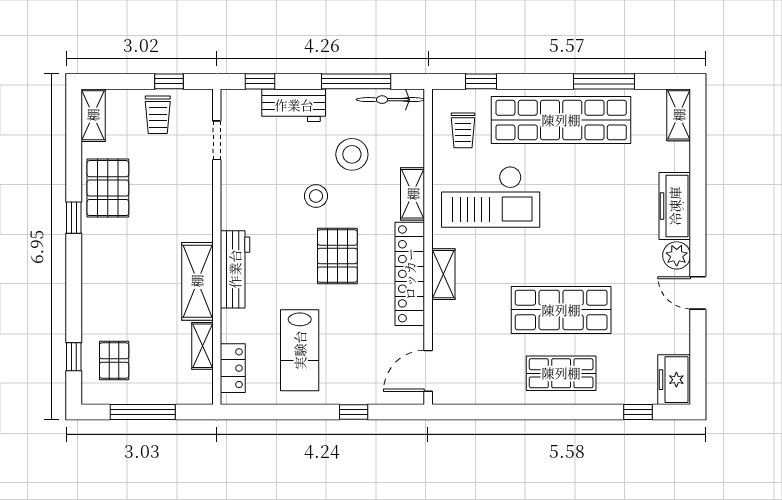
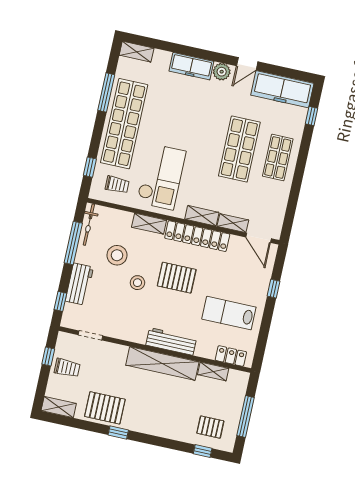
shelving: (197, 281) -> (162, 364), width x1.47
shelving: (442, 325) -> (233, 223), added
lab bench: (300, 350) -> (229, 313), turned 180
freezer: (674, 380) -> (282, 89), width x1.91, depth x1.26

